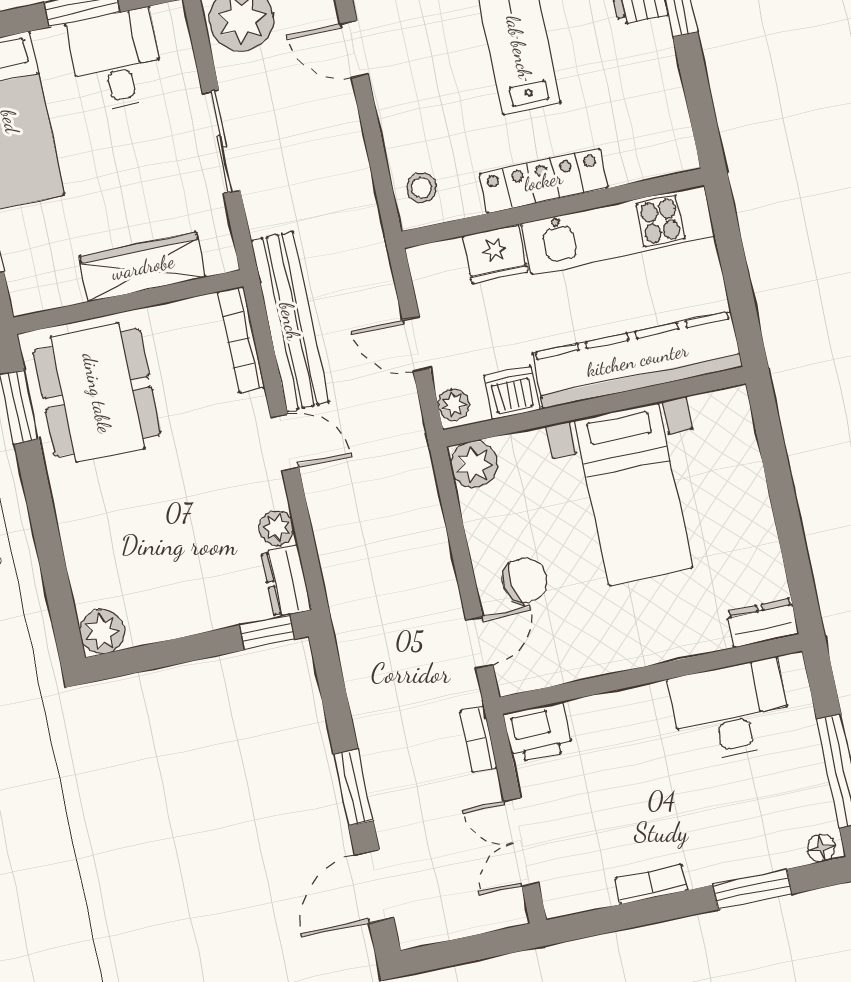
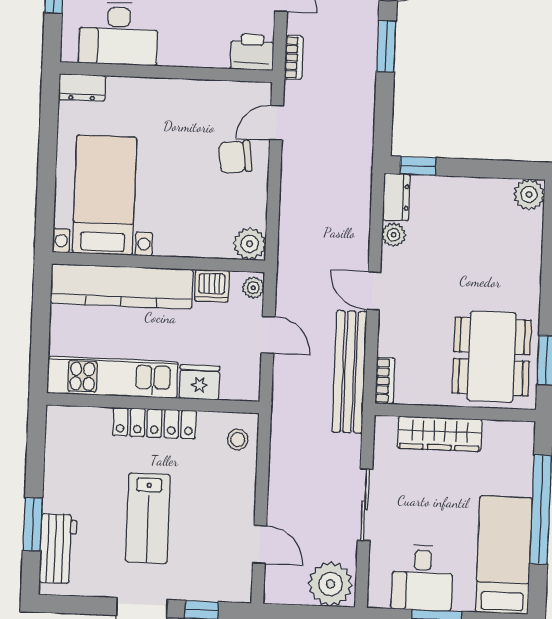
bookcase: (241, 339) -> (385, 381), width x0.64
bed with nightstands: (633, 494) -> (104, 195), moved

